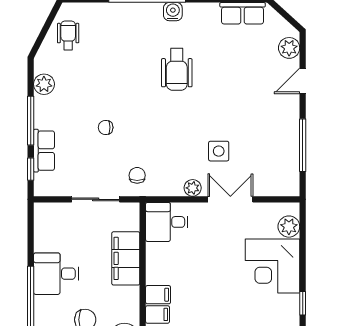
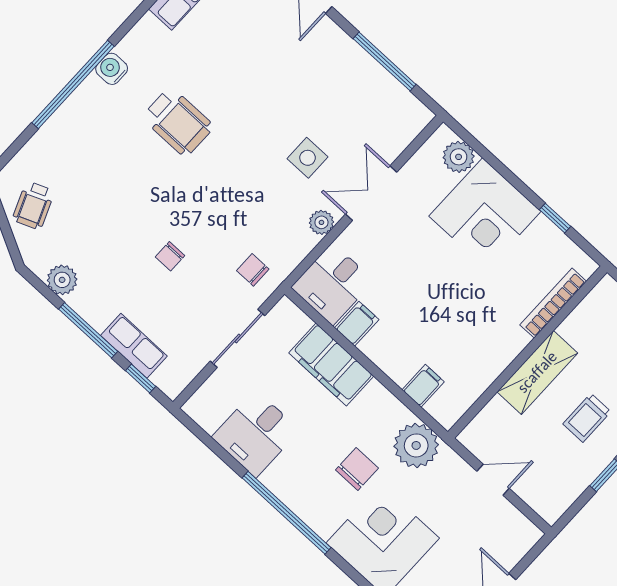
wheelchair: (68, 35) -> (33, 205), turned -112
desk: (56, 274) -> (256, 434), moved
filing cabinet: (158, 295) -> (357, 324), moved

